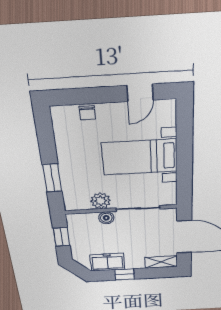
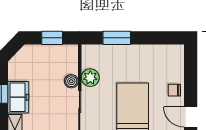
chair: (87, 113) -> (174, 90), moved
freezer: (107, 262) -> (18, 97), moved

